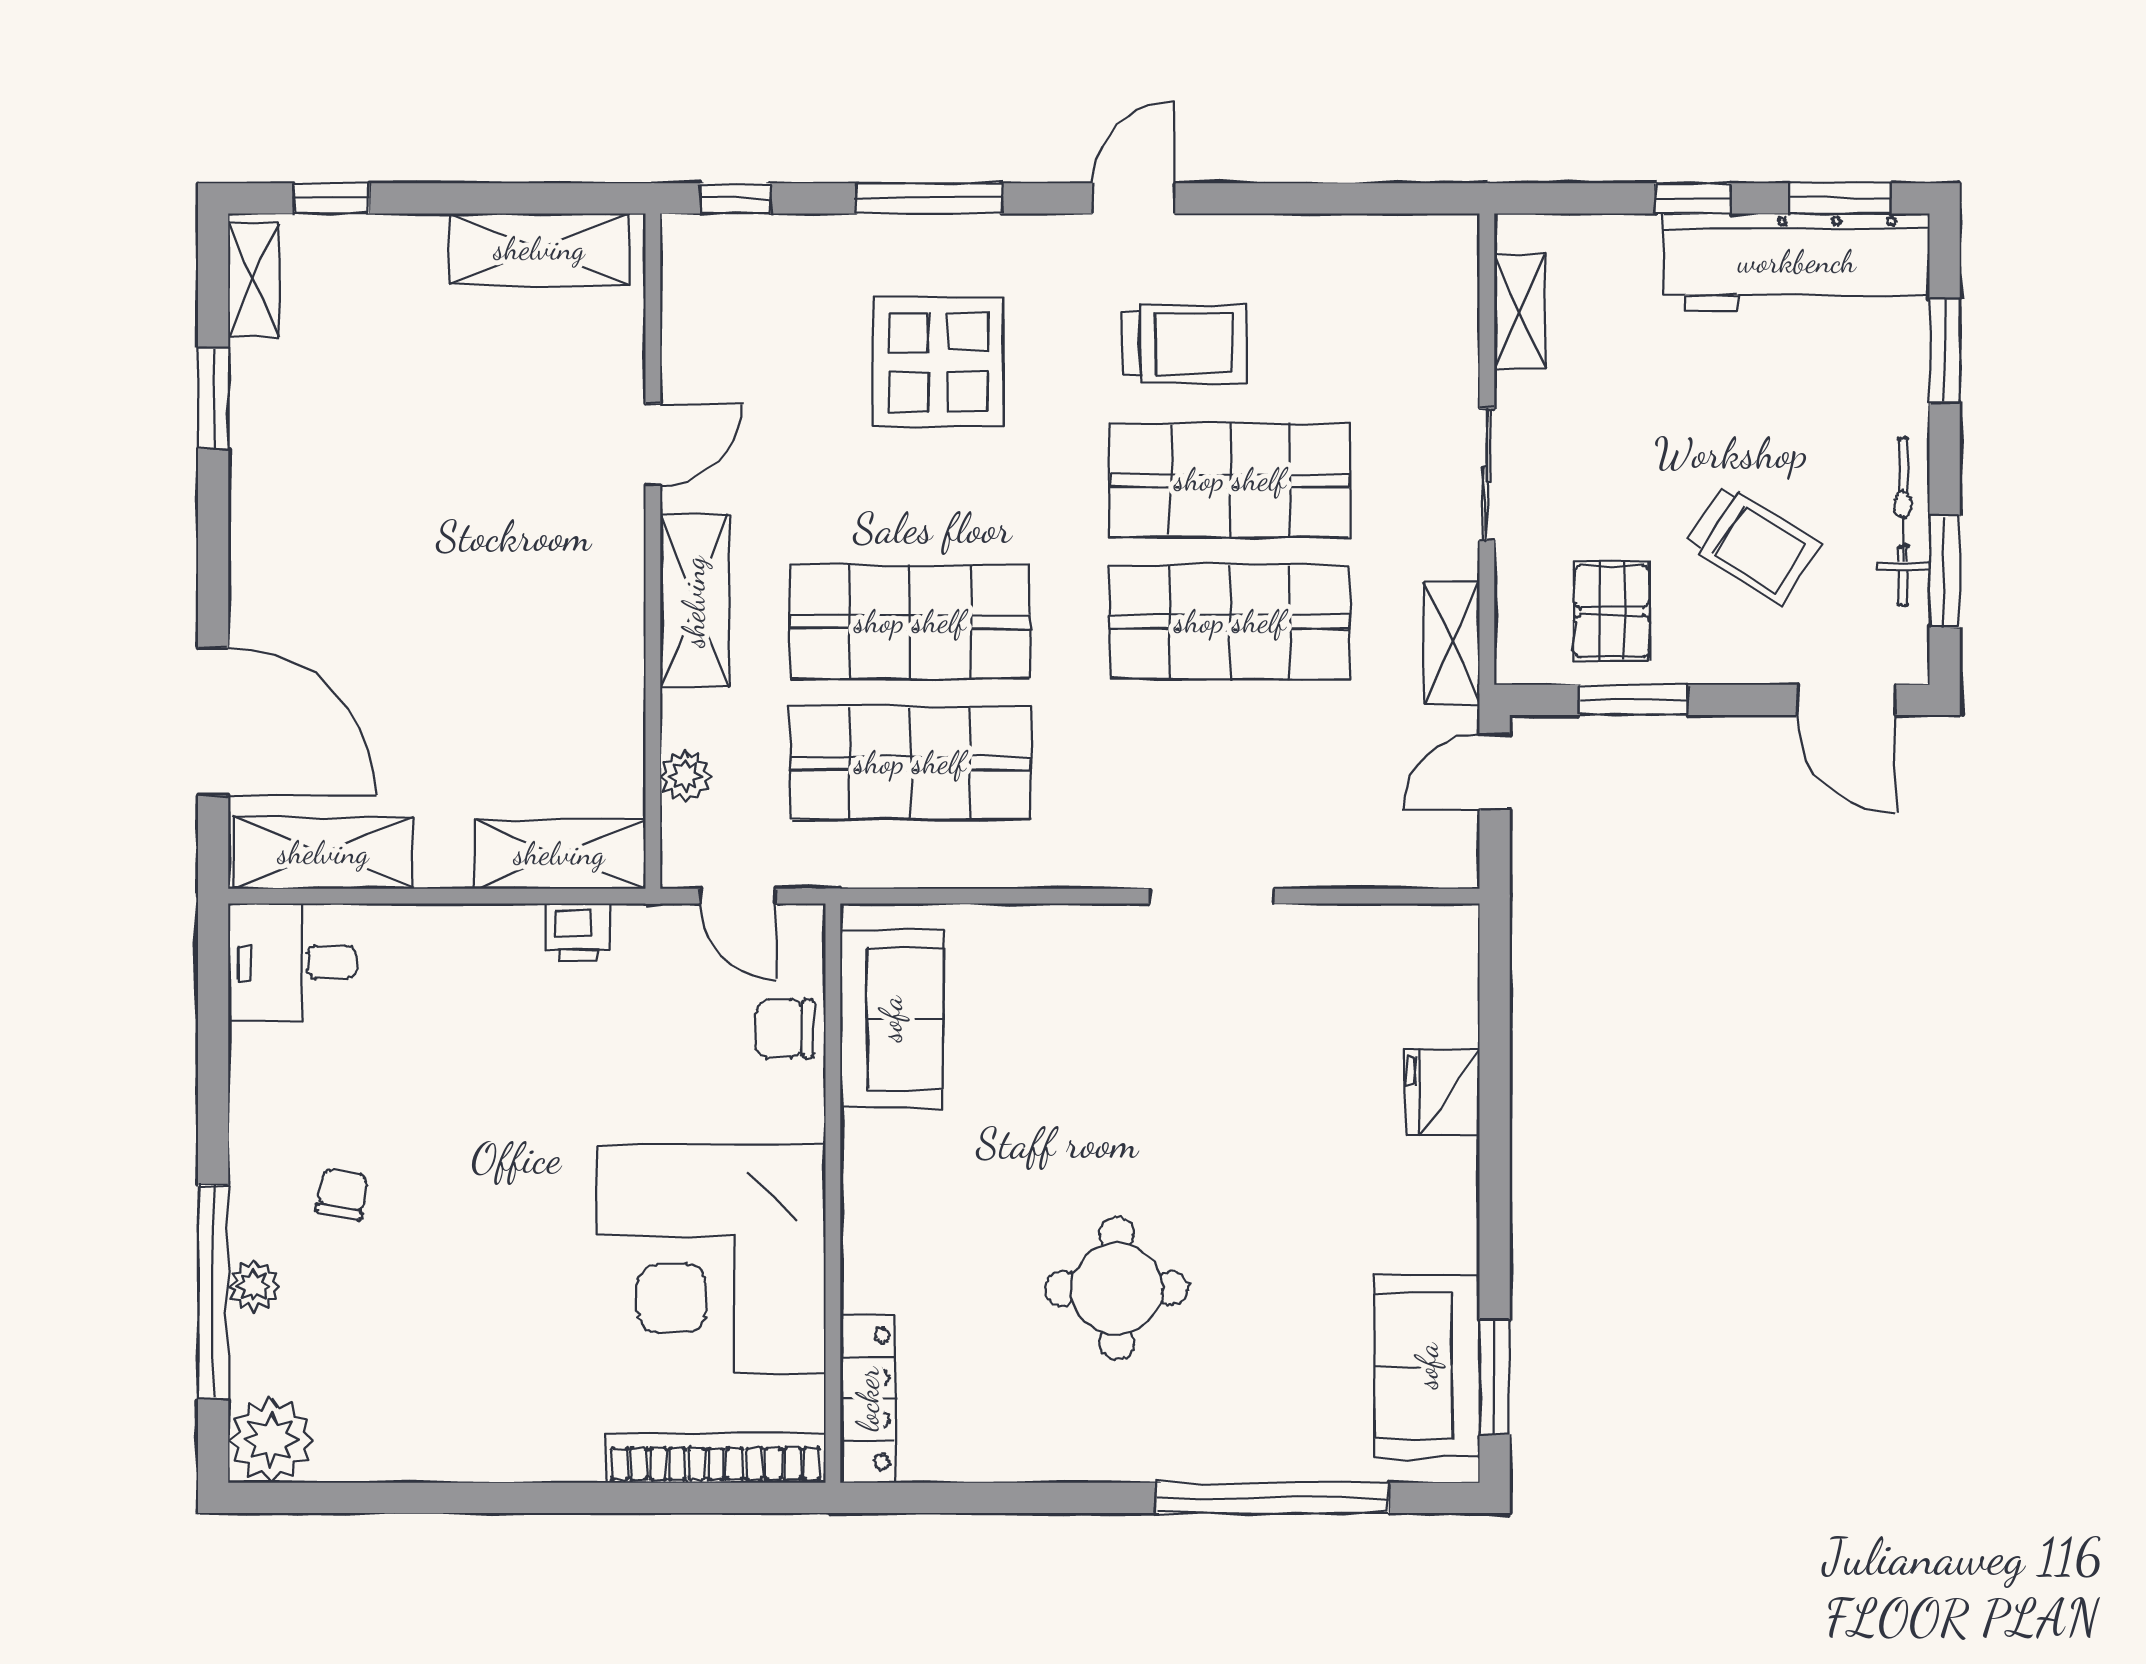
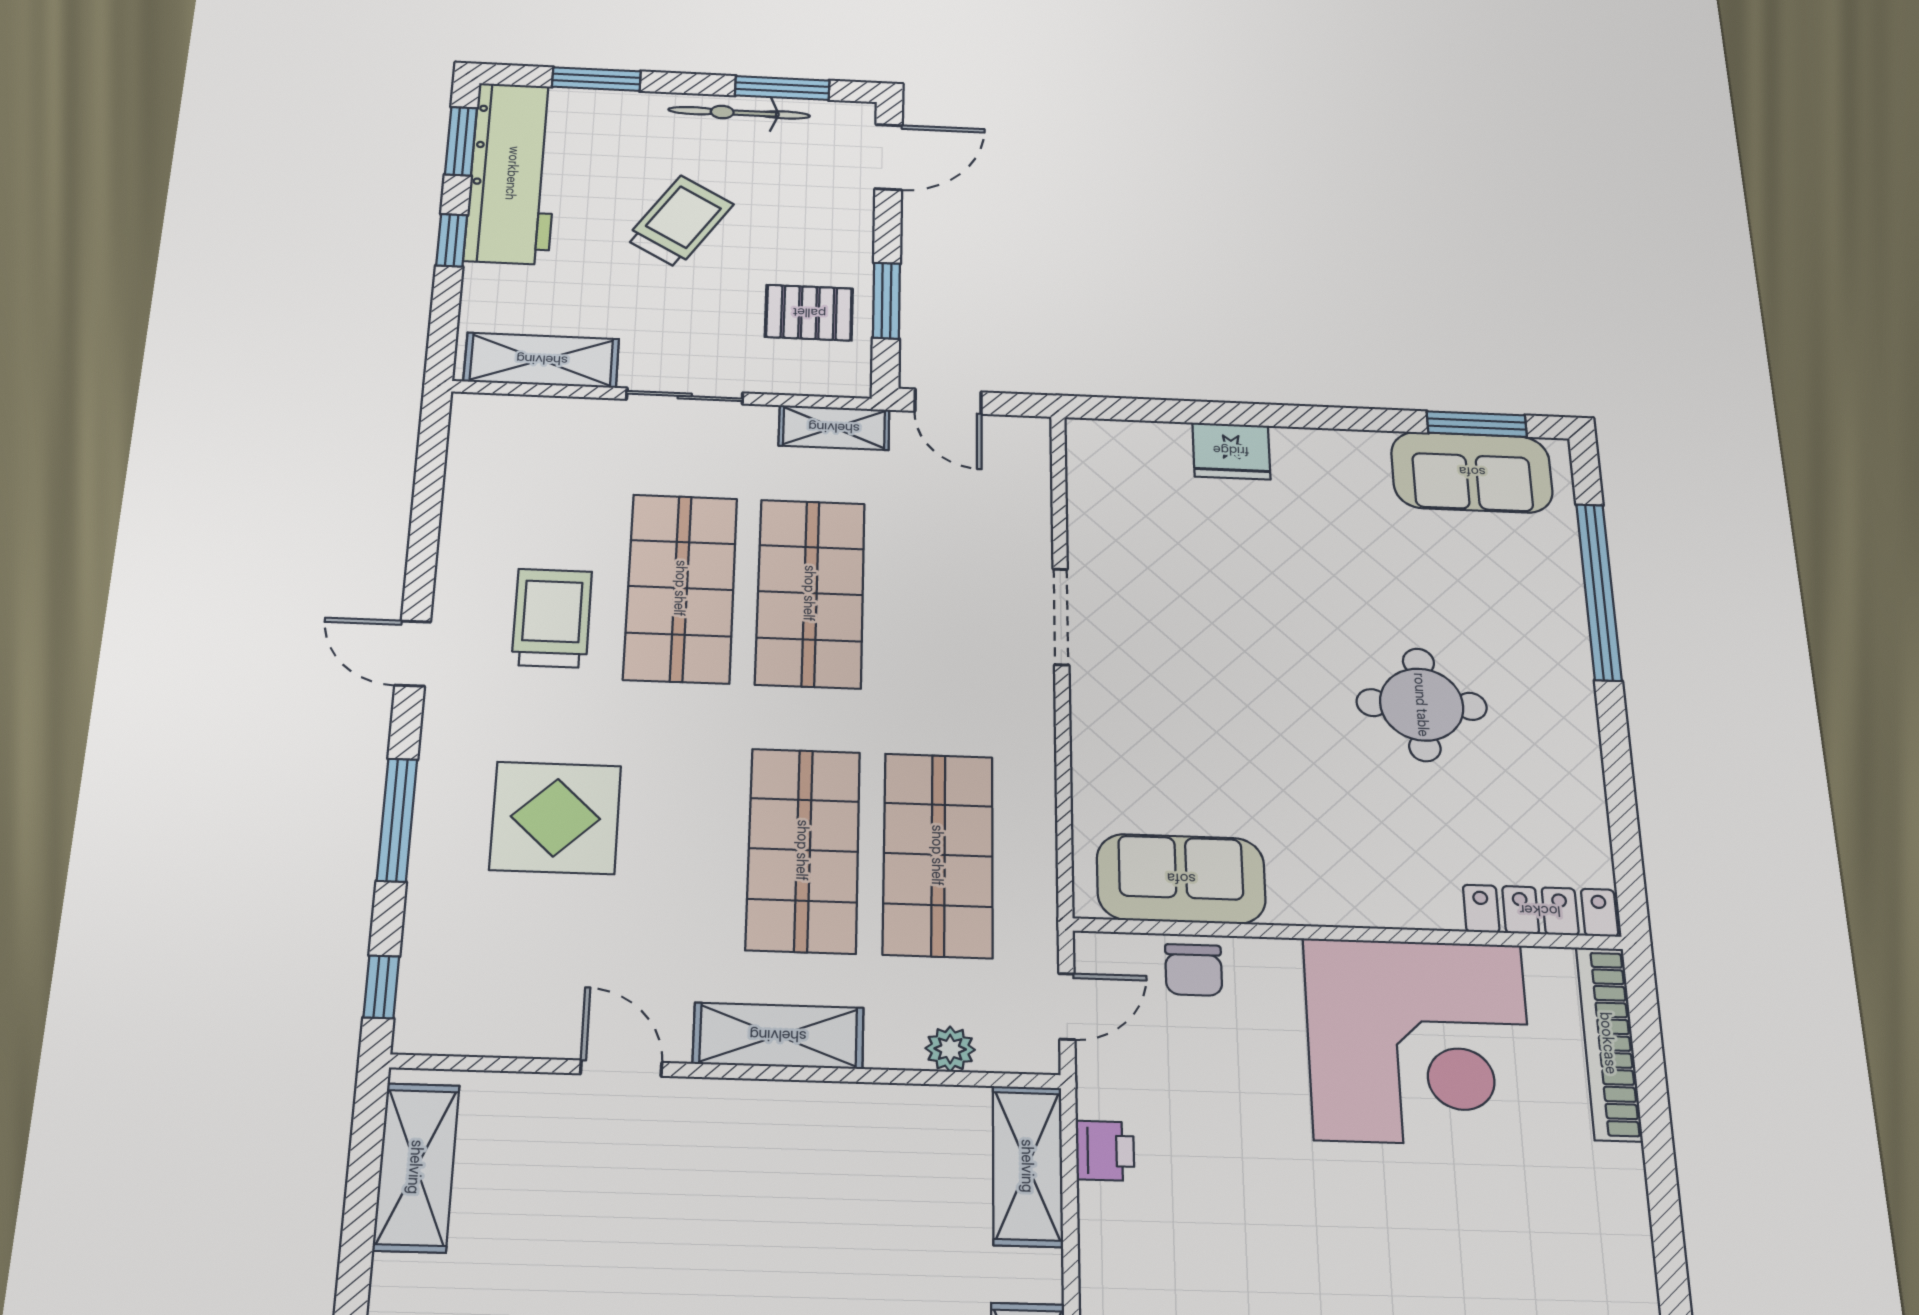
shelving: (1520, 311) -> (542, 360), width x1.50, depth x1.33
trolley: (1753, 545) -> (679, 222), moved

